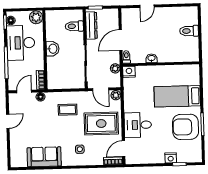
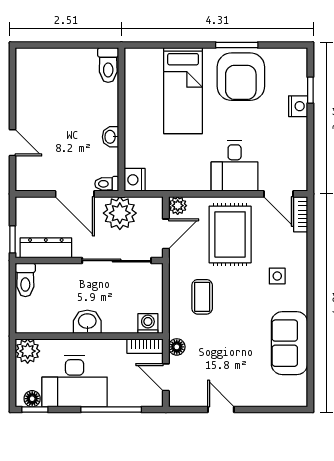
toilet: (74, 26) -> (25, 280), moved
toilet: (189, 31) -> (108, 65), moved
plant: (115, 68) -> (120, 213), width x1.87, depth x1.87
washing machine: (53, 81) -> (148, 324), added

